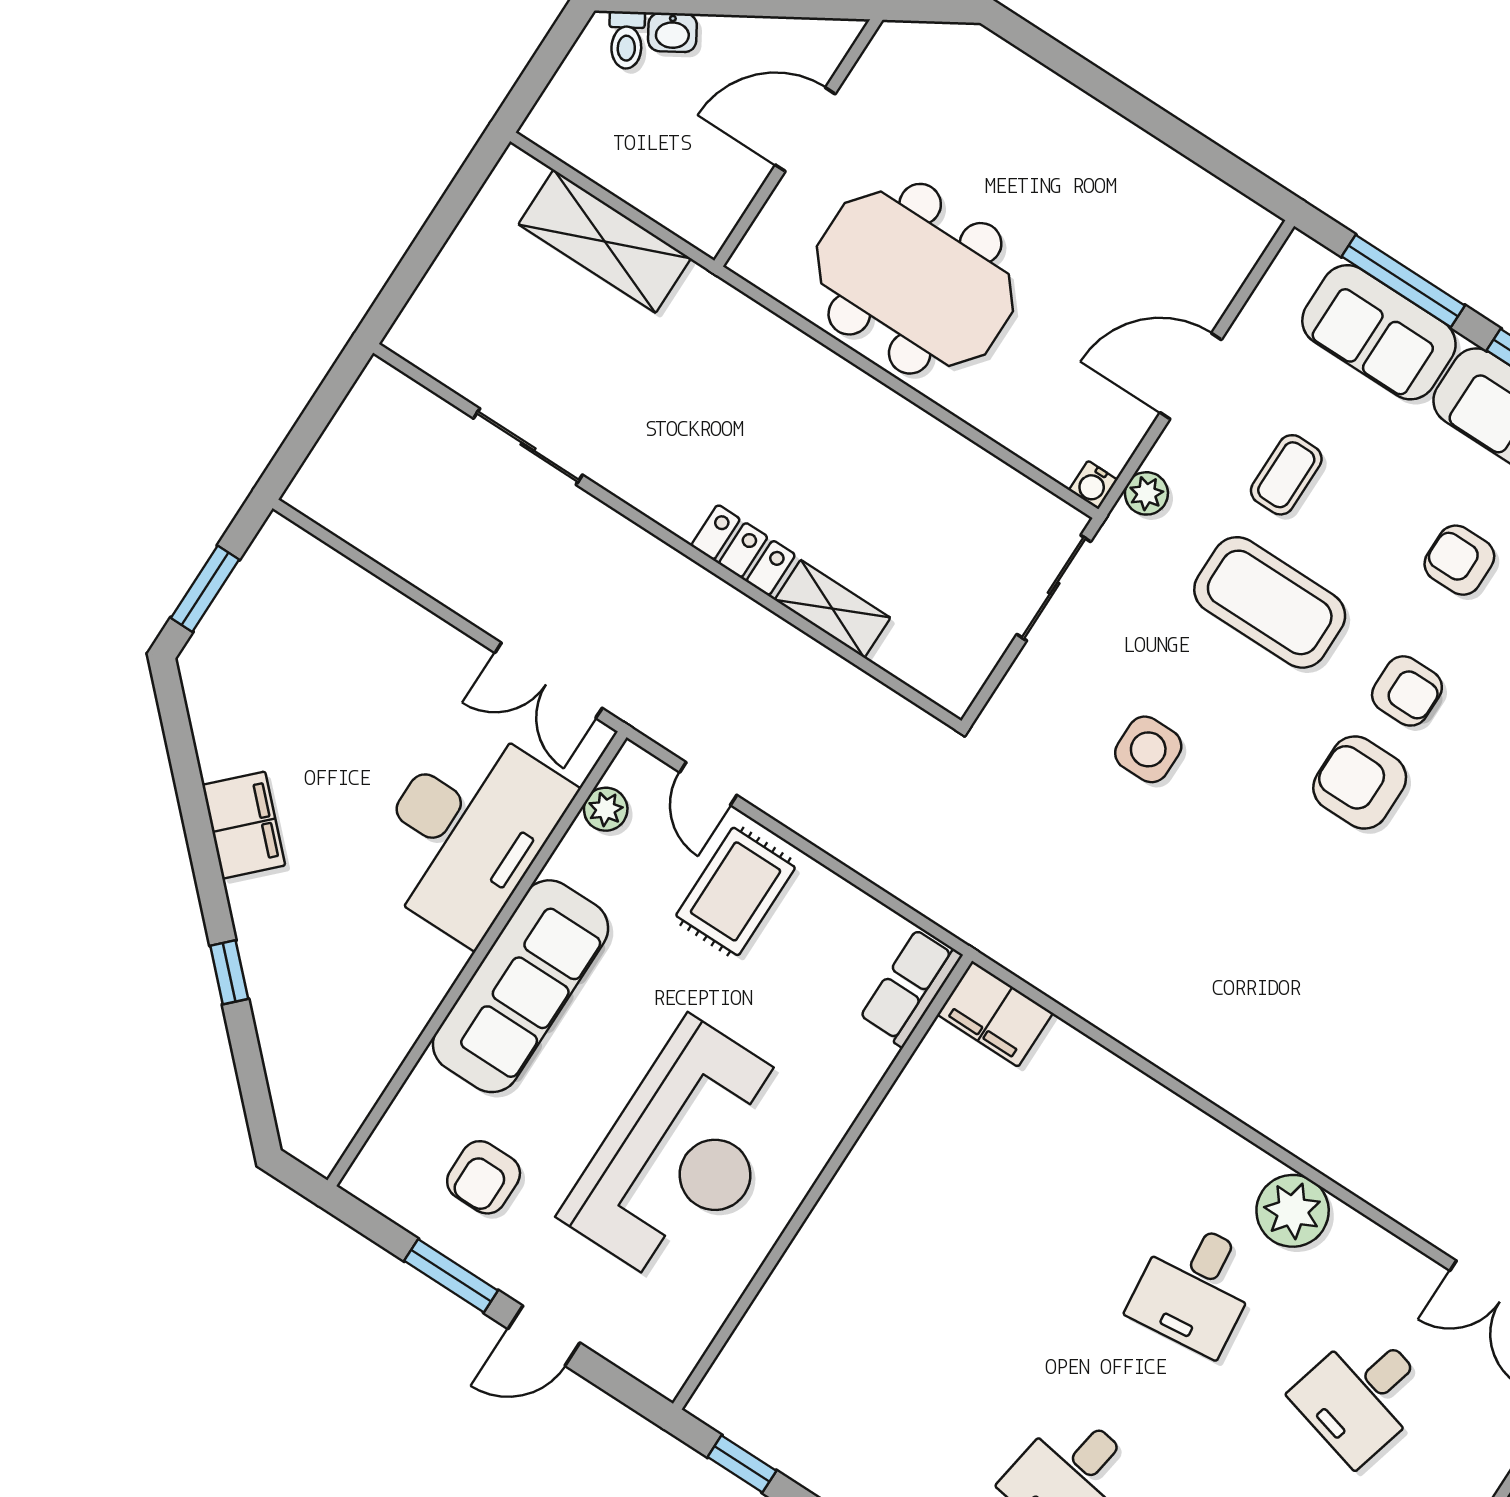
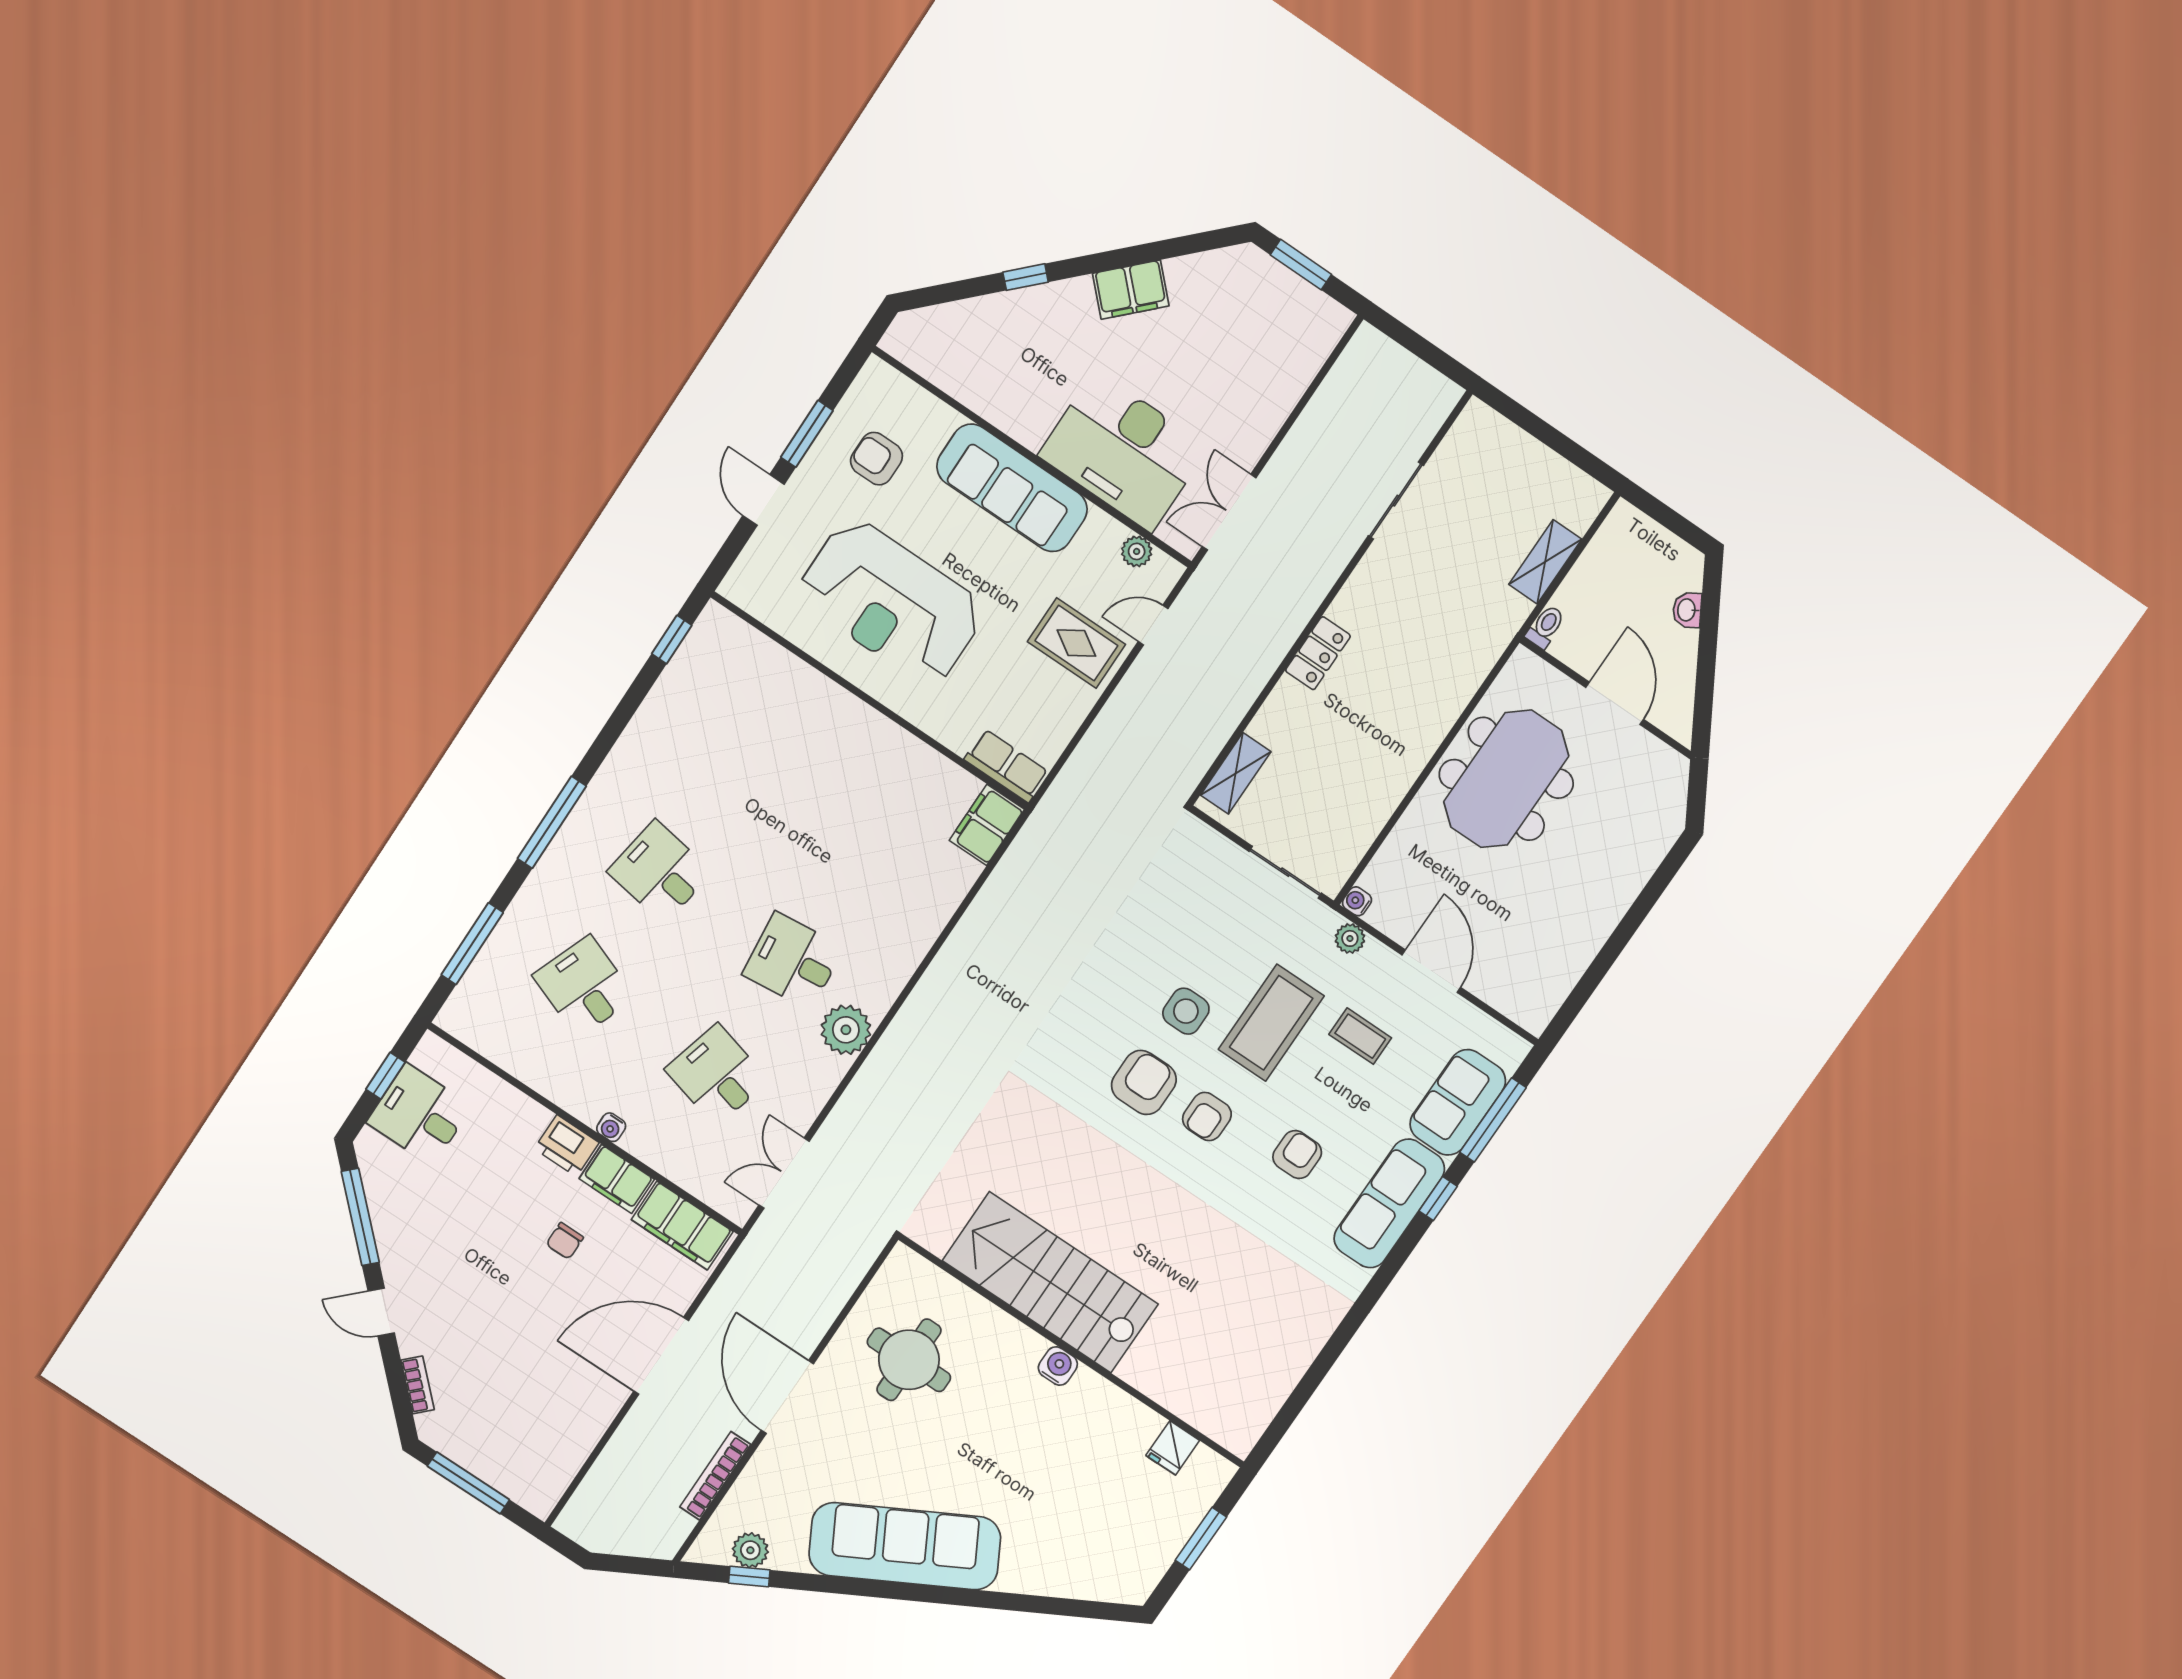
toilet: (627, 40) -> (1546, 627), moved, turned 121
shelving: (605, 241) -> (1545, 562), width x0.67, depth x0.75
shelving: (832, 609) -> (1236, 773), moved
side table: (1148, 749) -> (1186, 1011), moved

